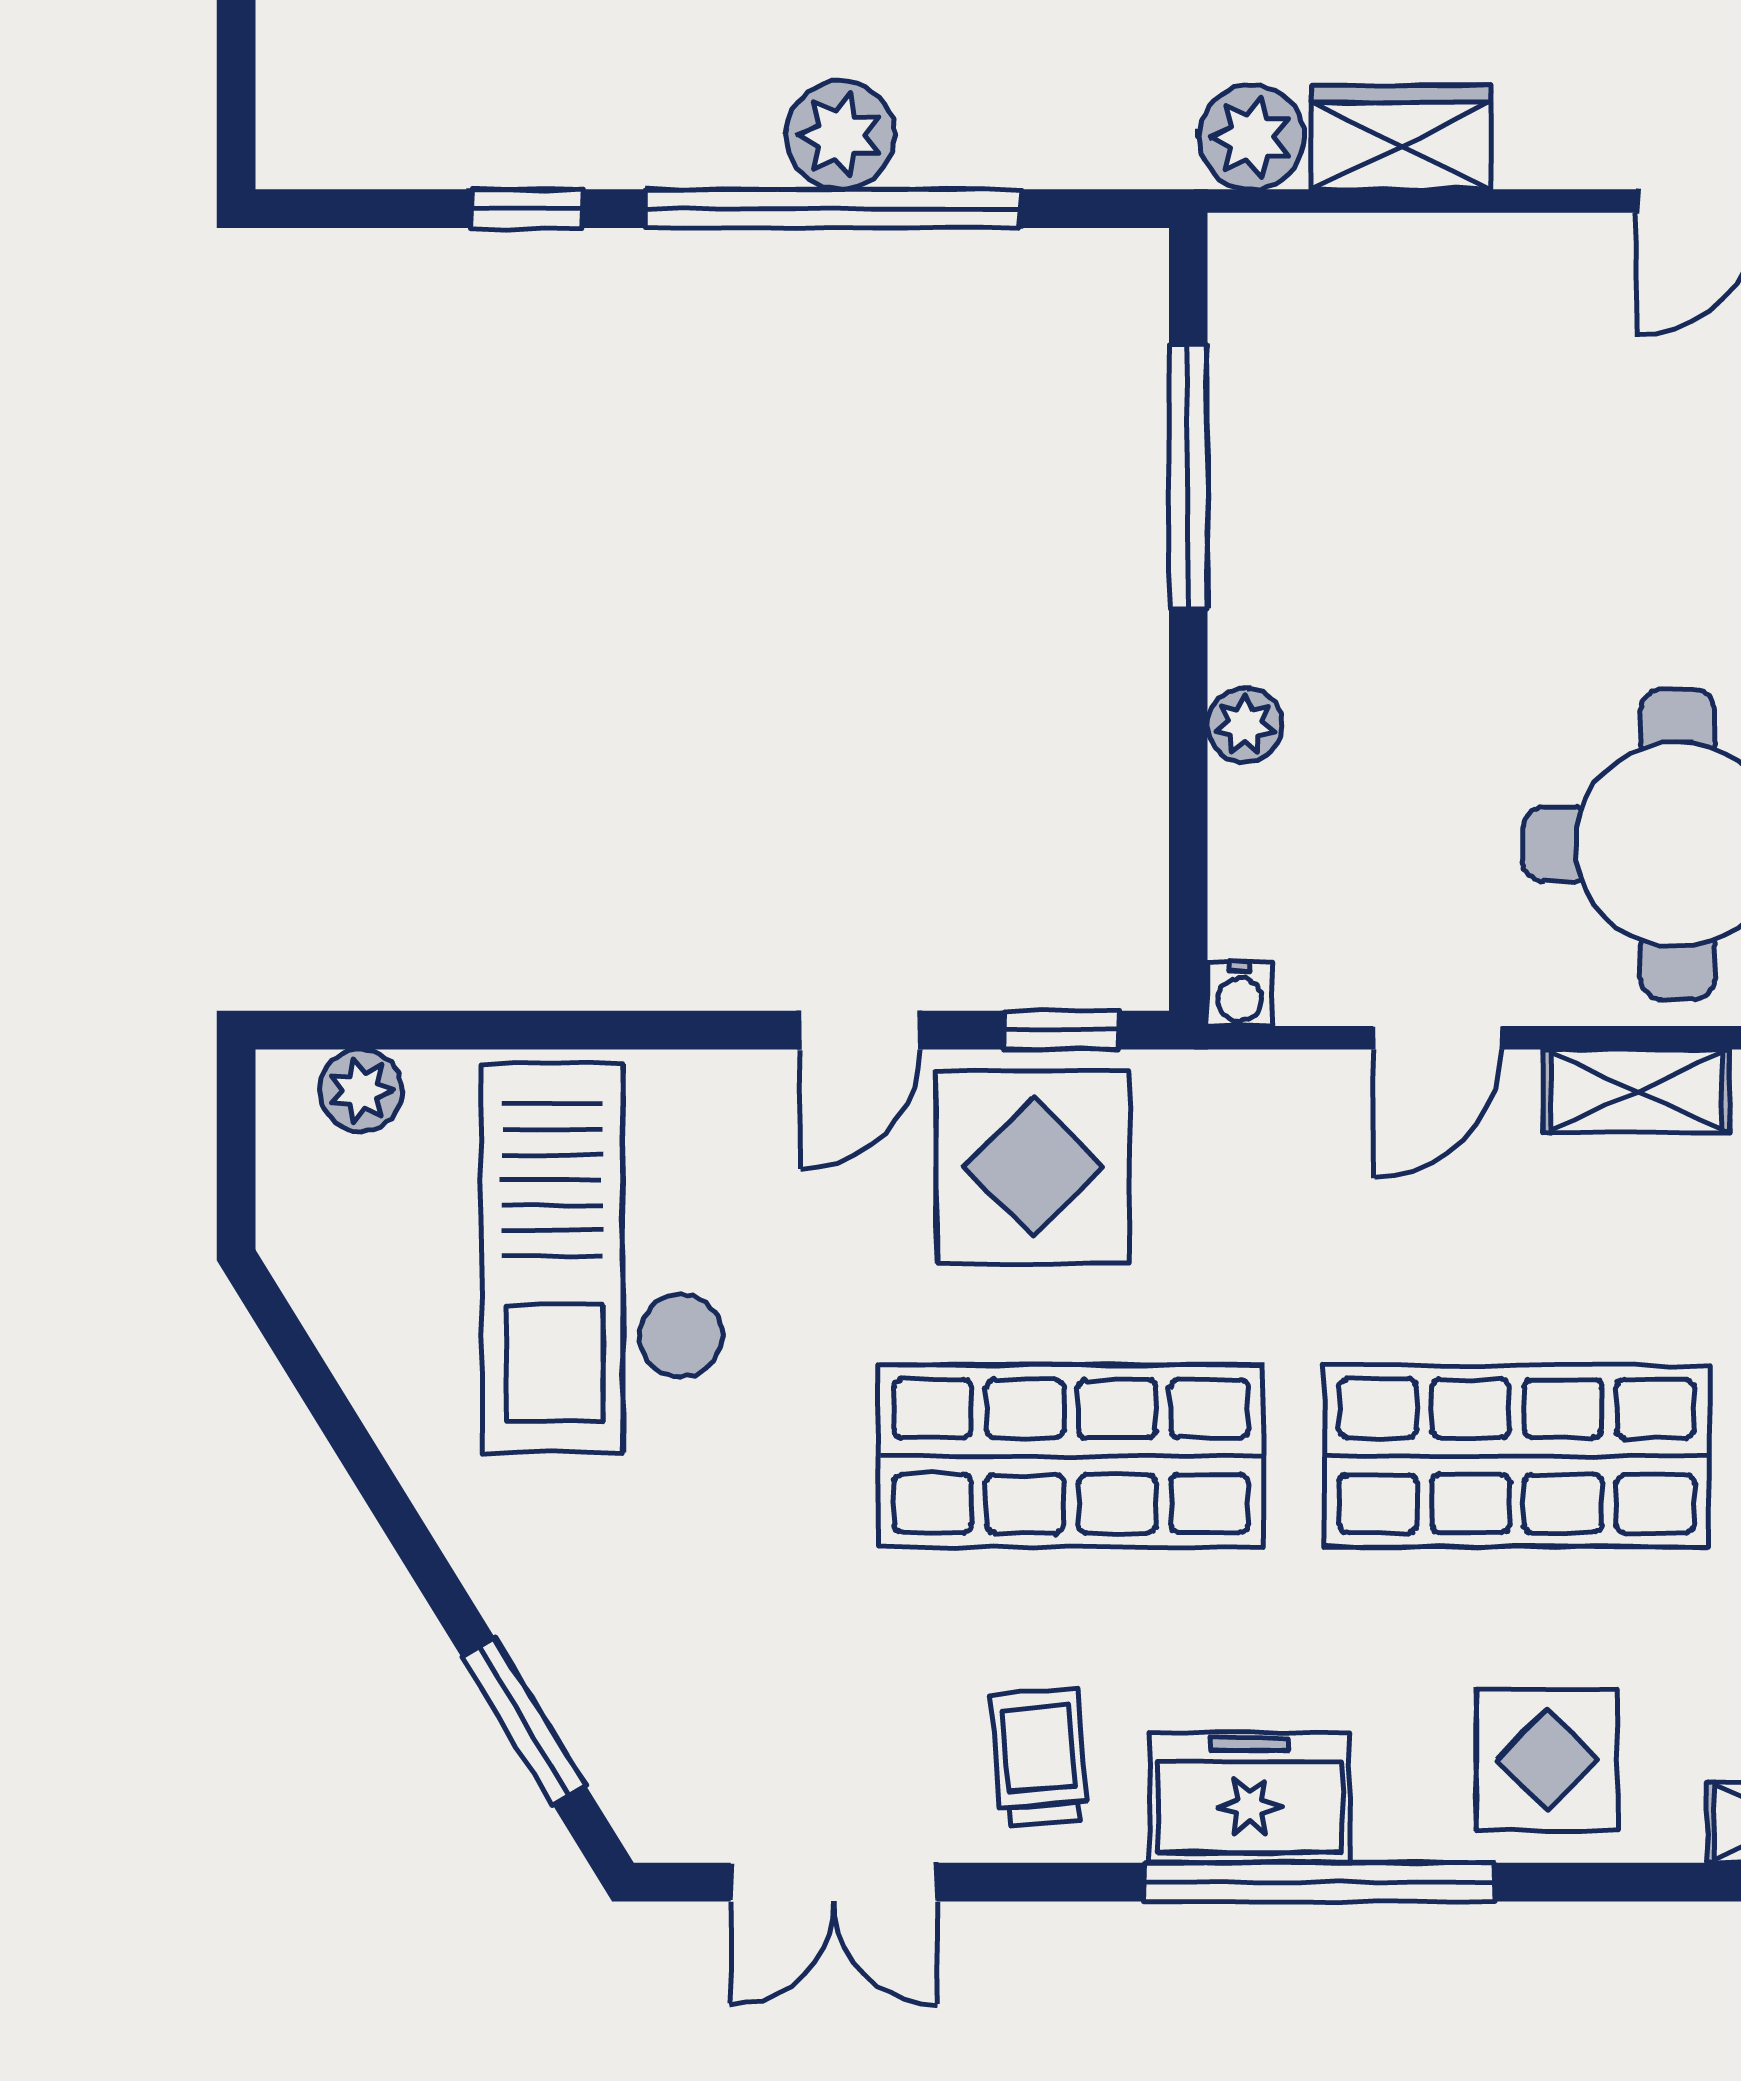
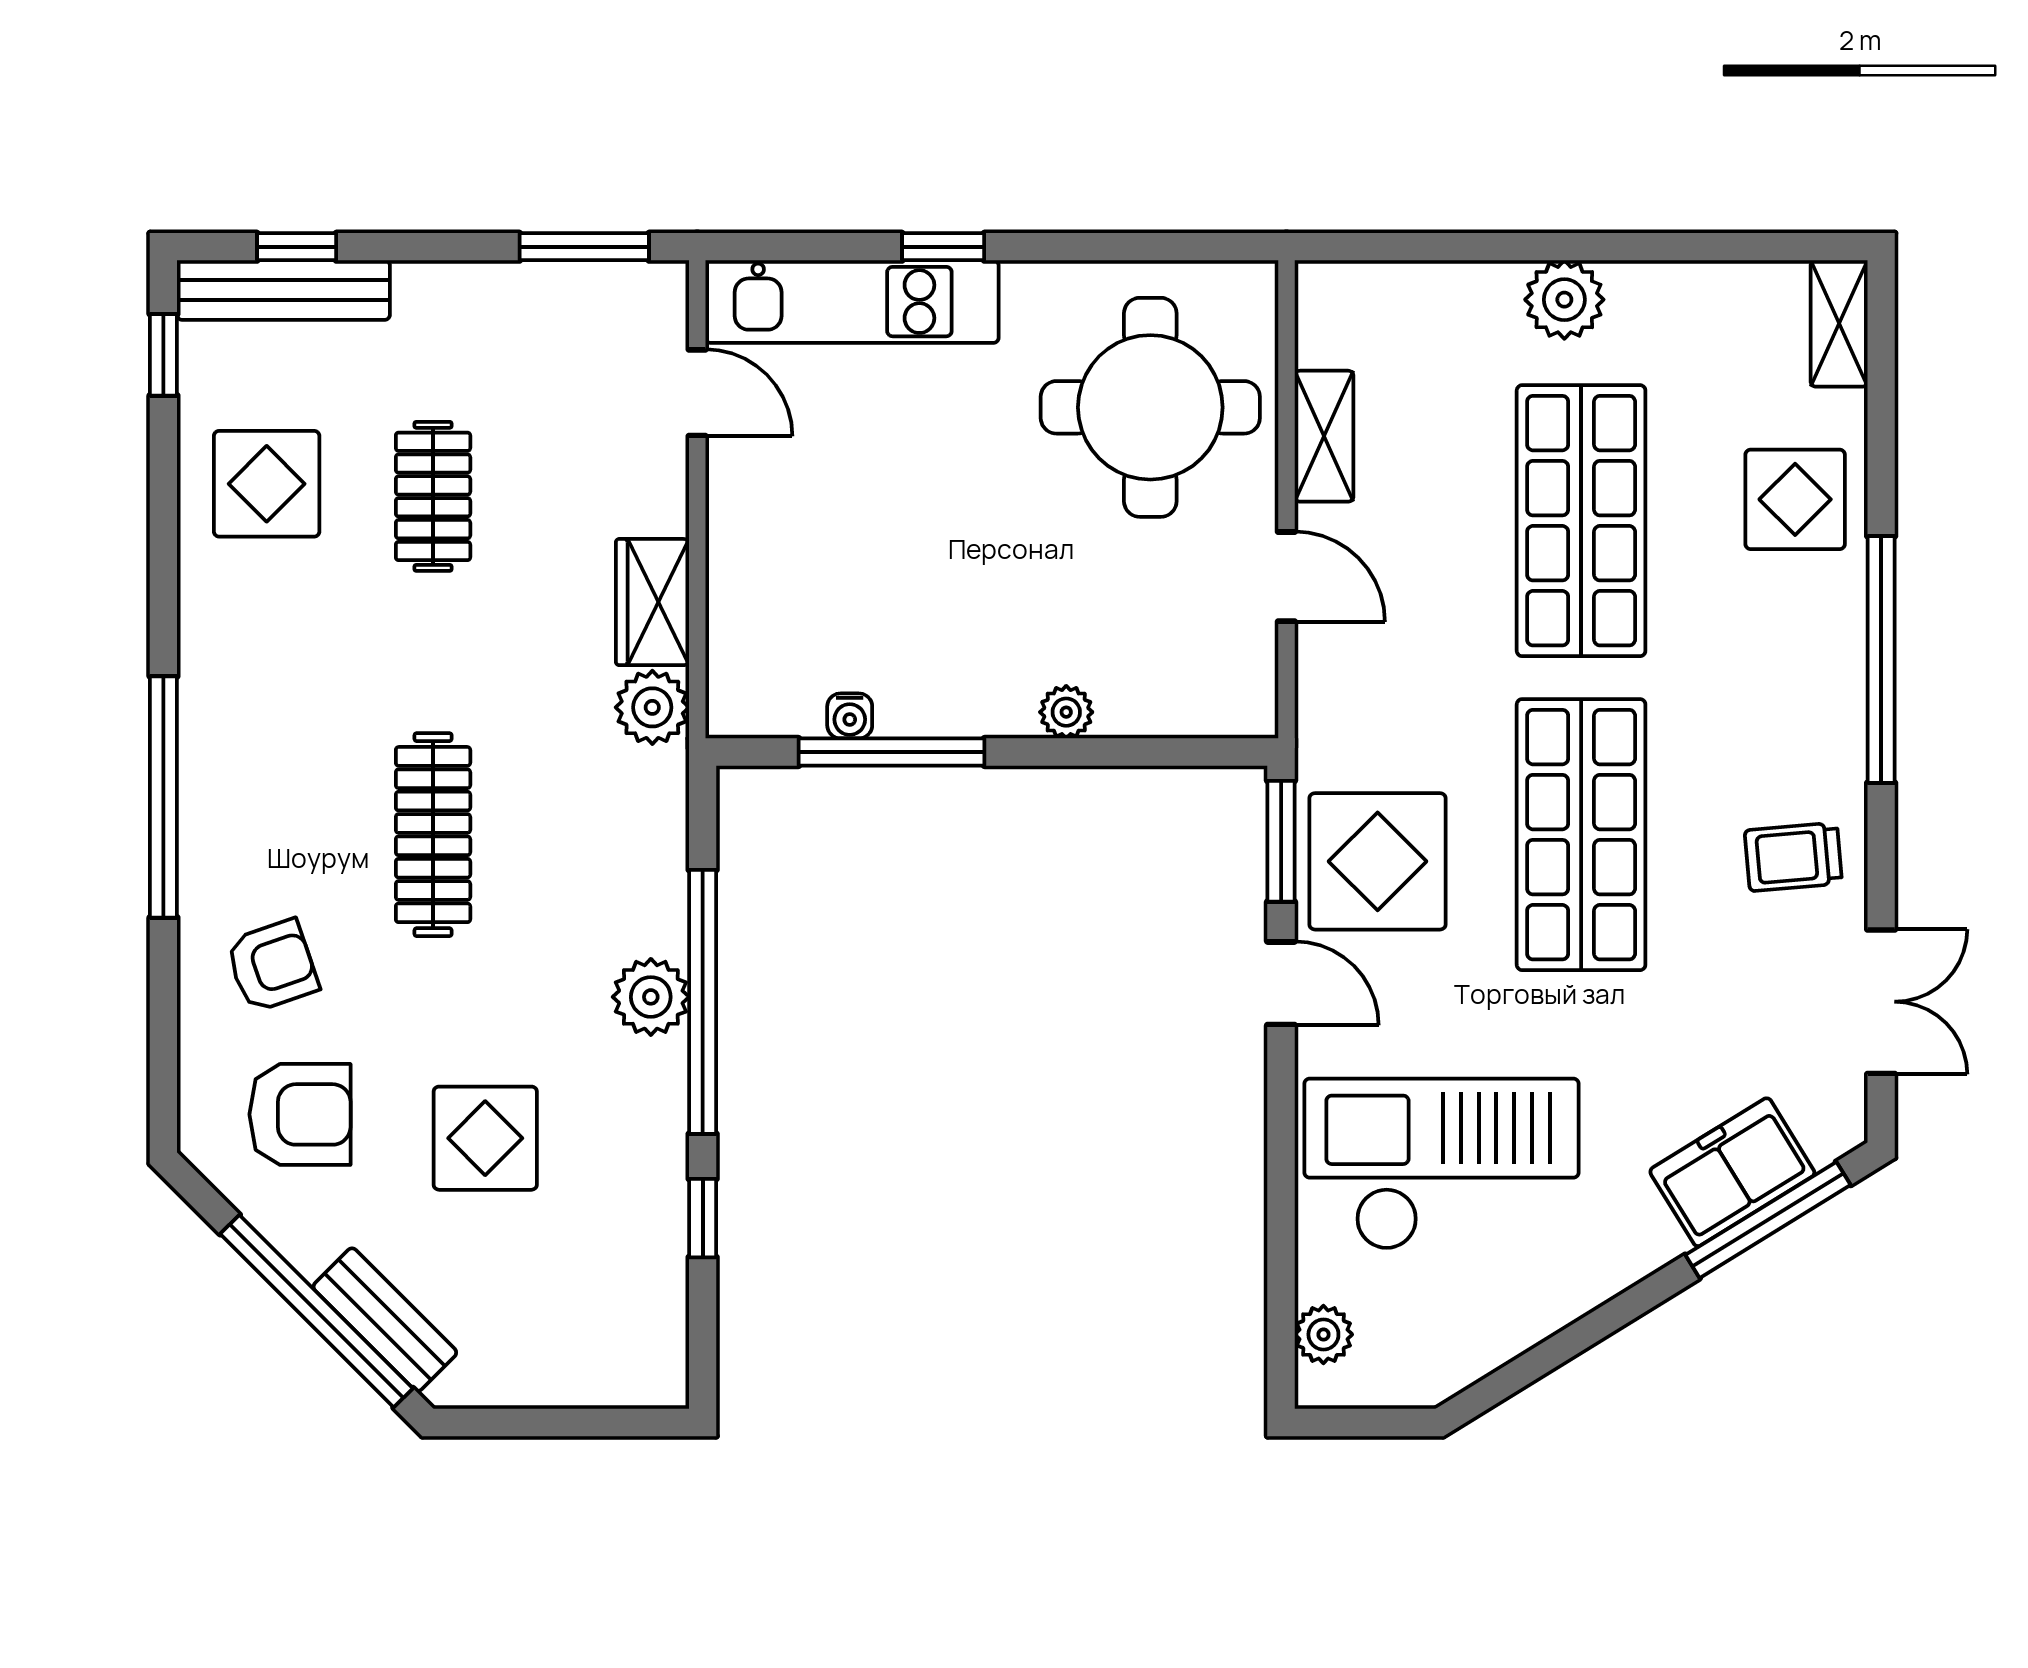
water cooler: (1239, 994) -> (850, 716), moved, turned 90
window: (1061, 1030) -> (1281, 841), width x1.50
checkout: (603, 1258) -> (1441, 1164), turned 180
window: (524, 1721) -> (1768, 1220), width x1.44
freezer: (1249, 1798) -> (1732, 1172), moved, turned 58

